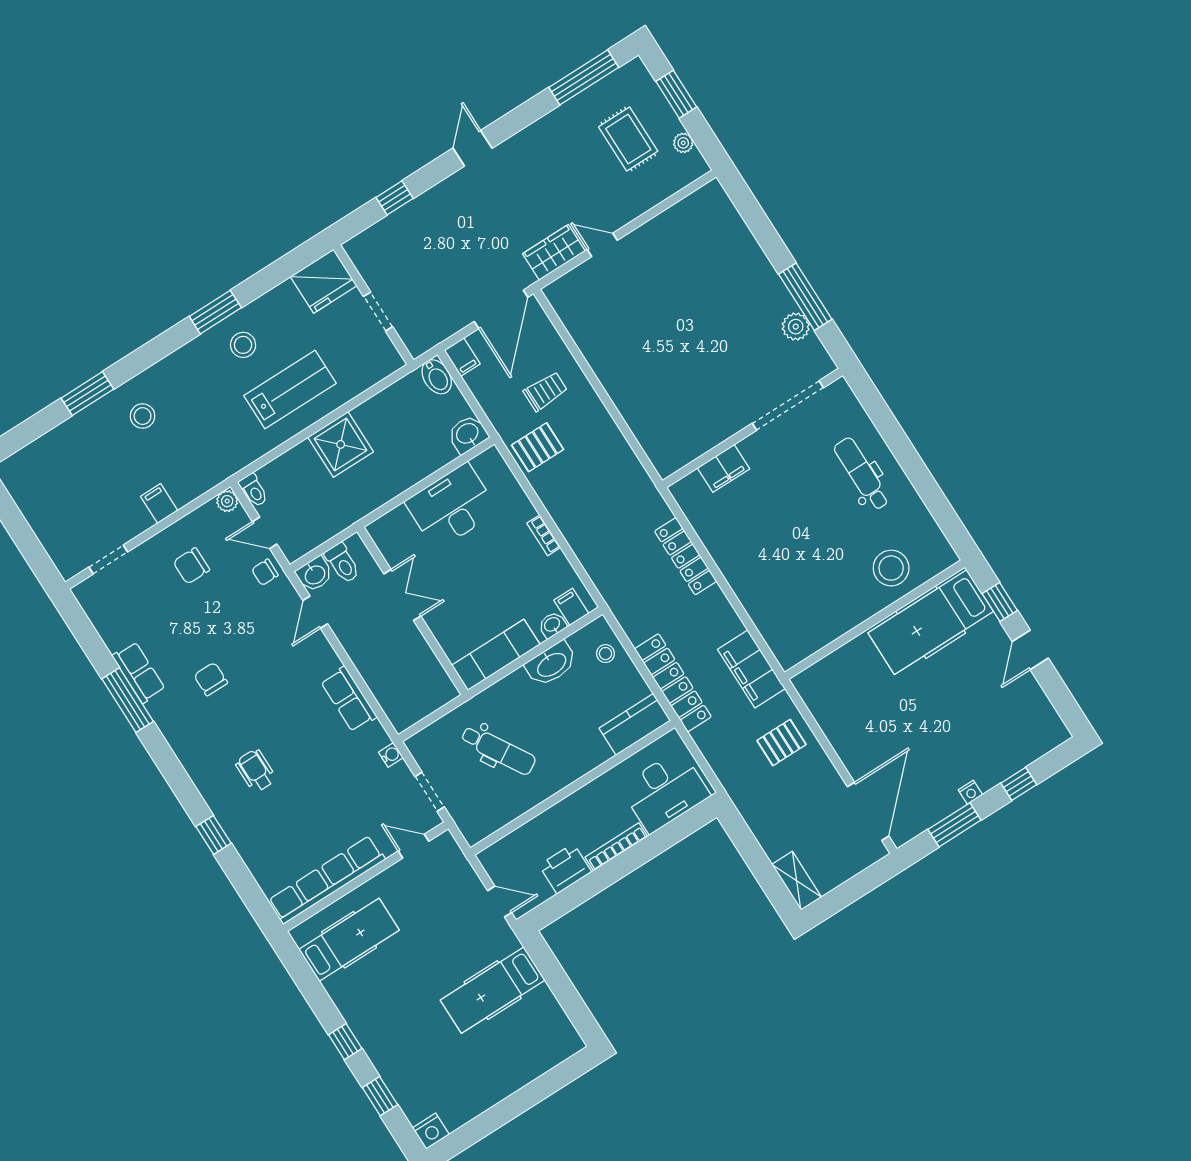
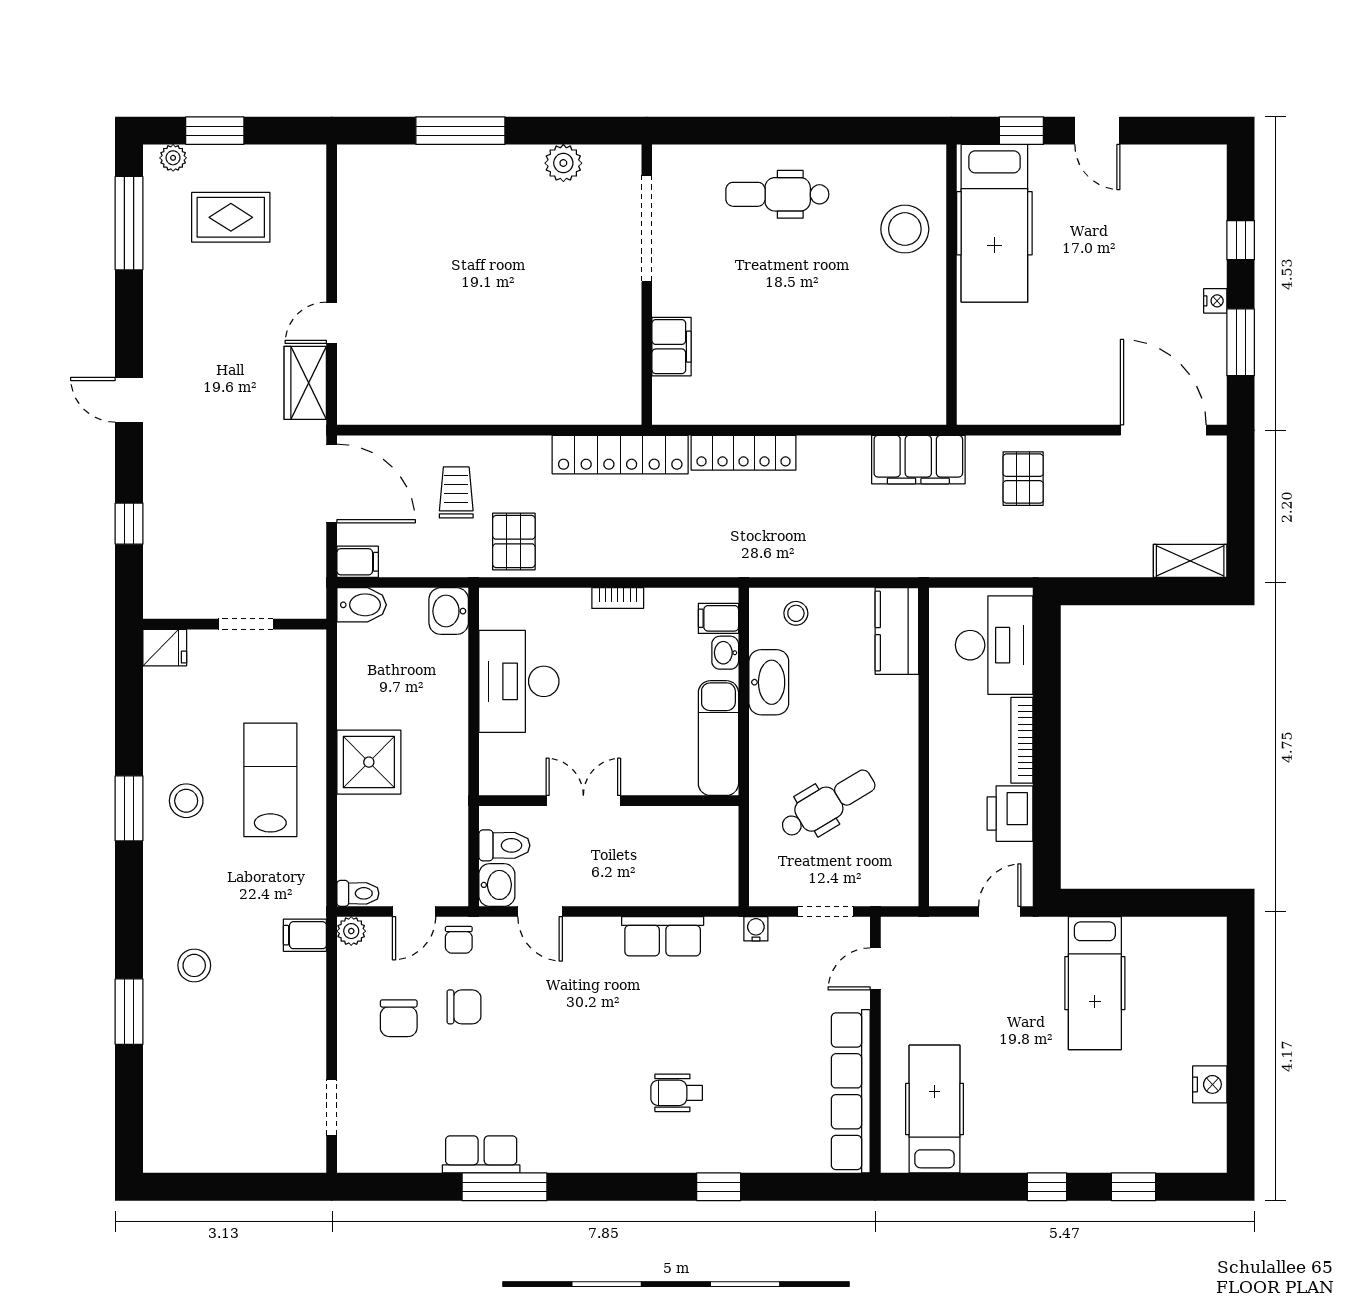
plant: (683, 143) -> (173, 158), moved
fridge: (324, 281) -> (165, 648), width x0.53, depth x0.75
window: (805, 297) -> (460, 131), moved
filing cabinet: (159, 503) -> (305, 935), moved
chair: (211, 679) -> (464, 1007), moved, turned 180
locker: (673, 683) -> (620, 455), moved, turned 180
nightstand: (431, 1131) -> (1210, 1084), moved

